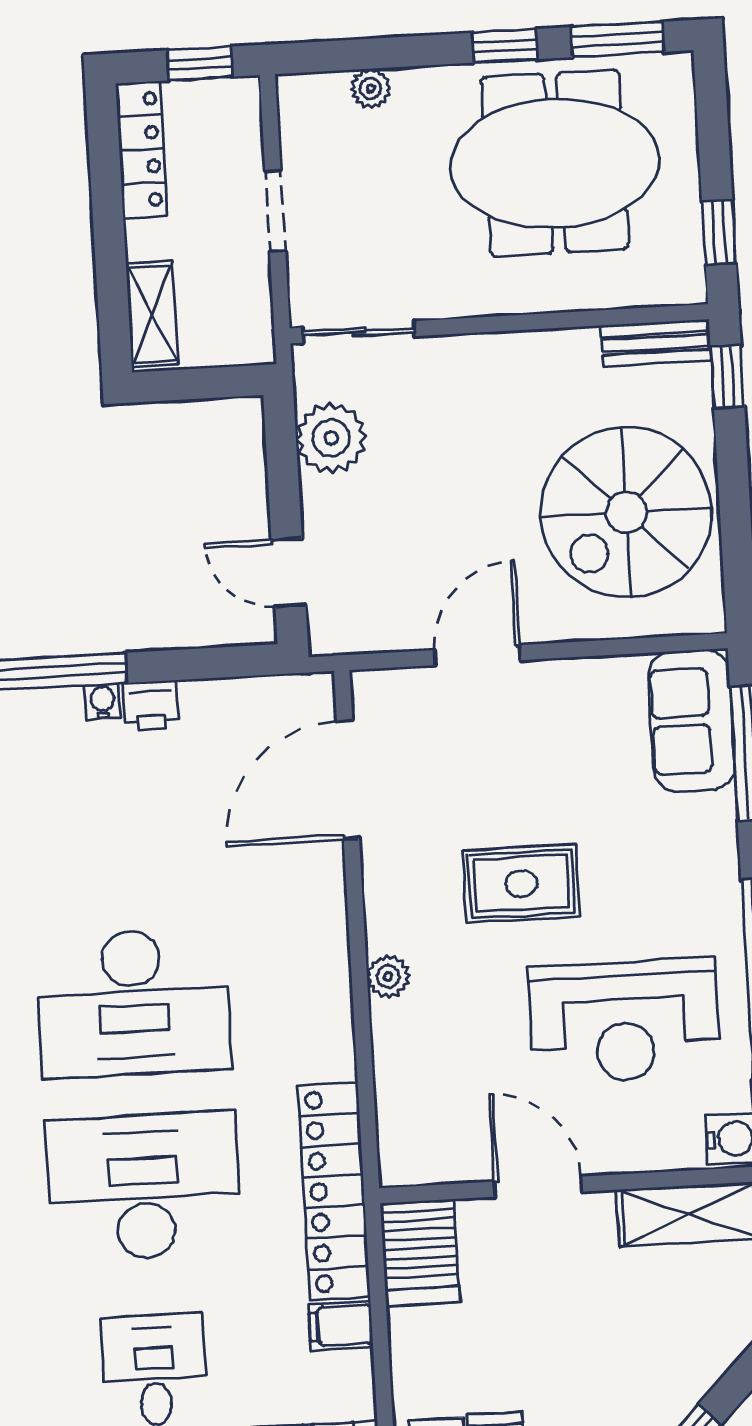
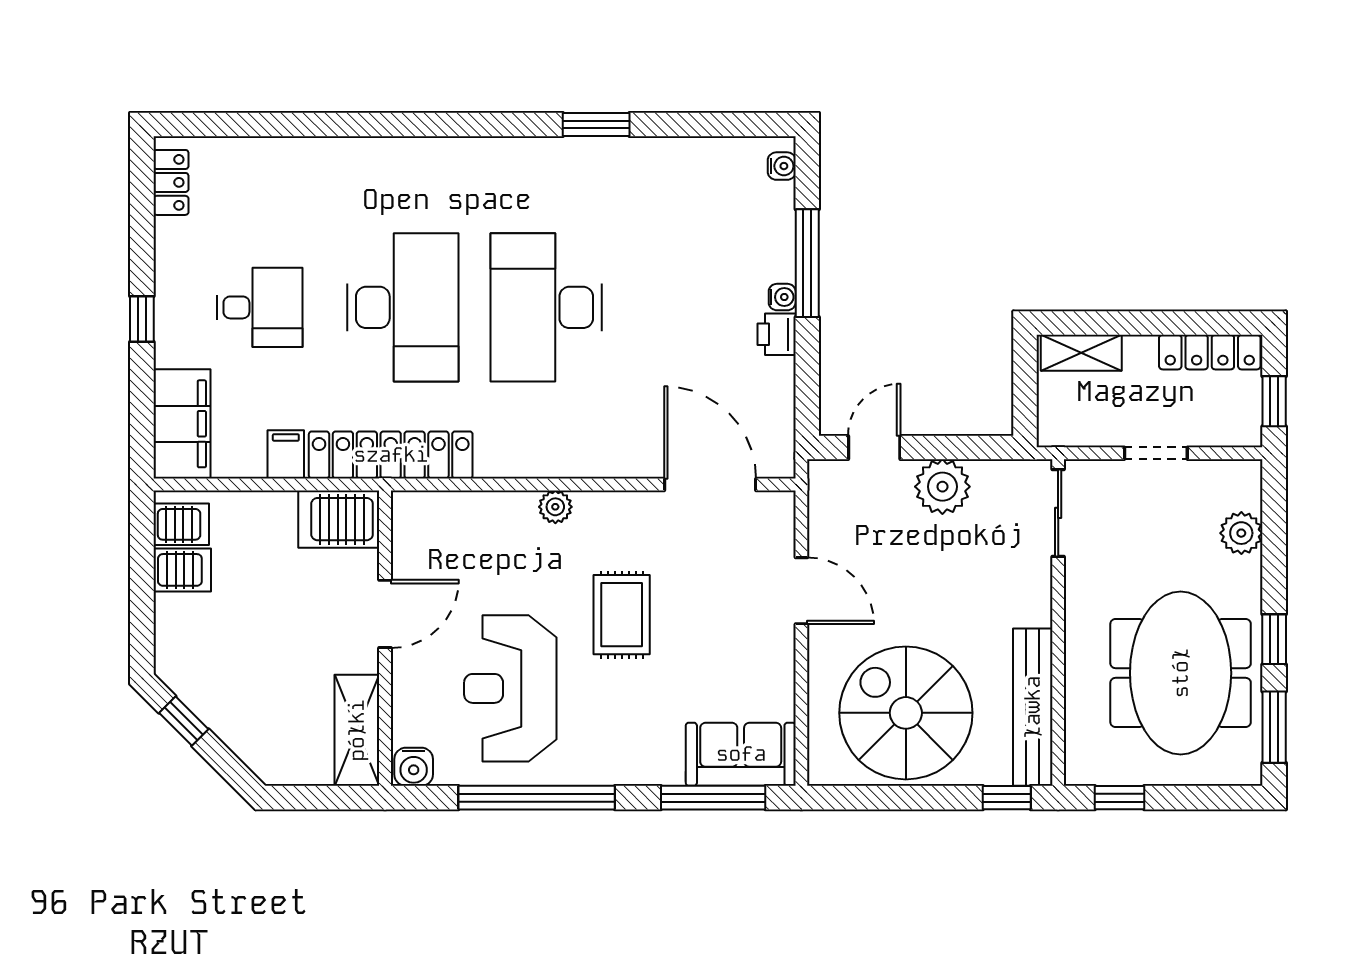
plant: (371, 88) -> (1241, 533), width x1.38, depth x1.38
bench: (656, 343) -> (1033, 707), width x1.86, depth x1.21
plant: (331, 438) -> (942, 487), moved

